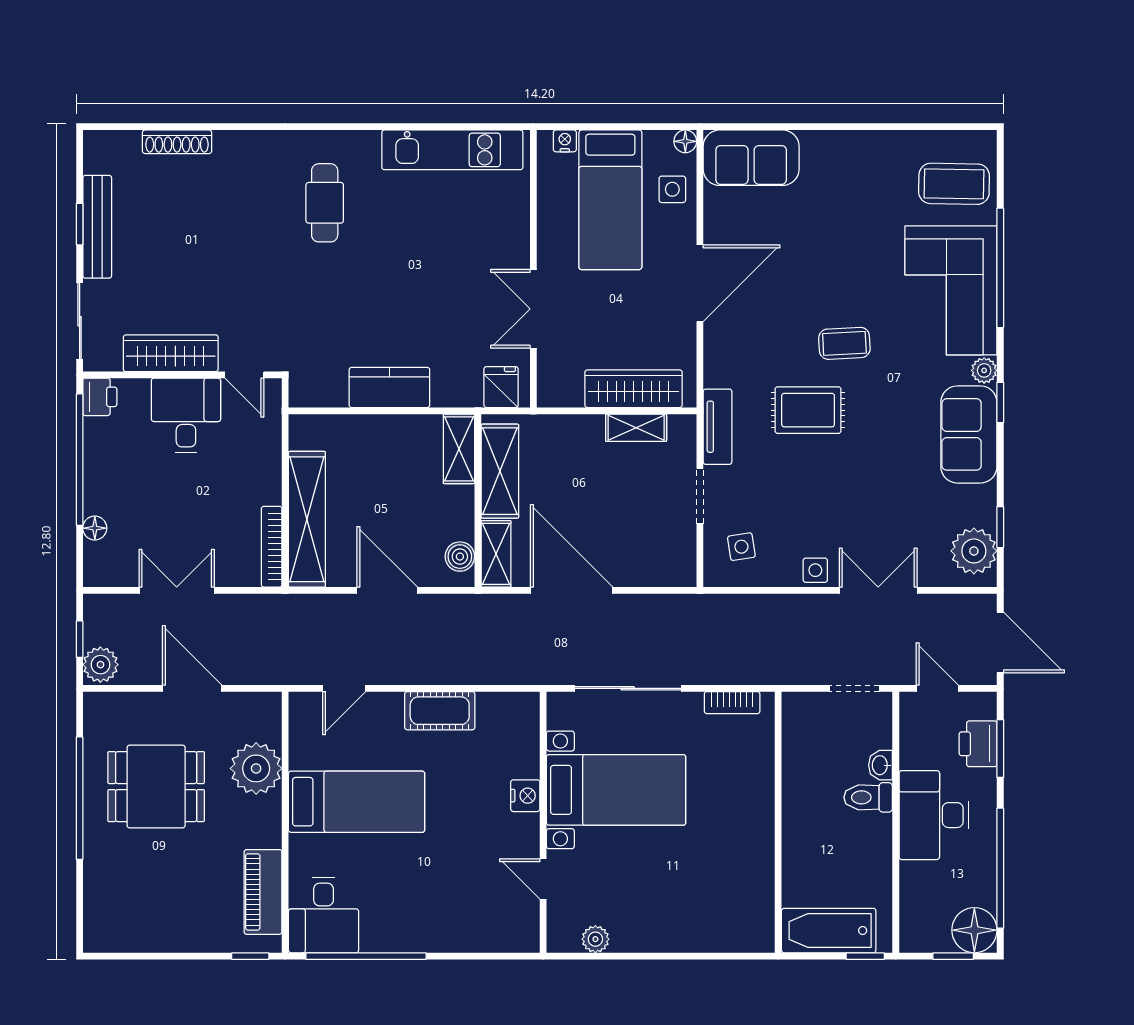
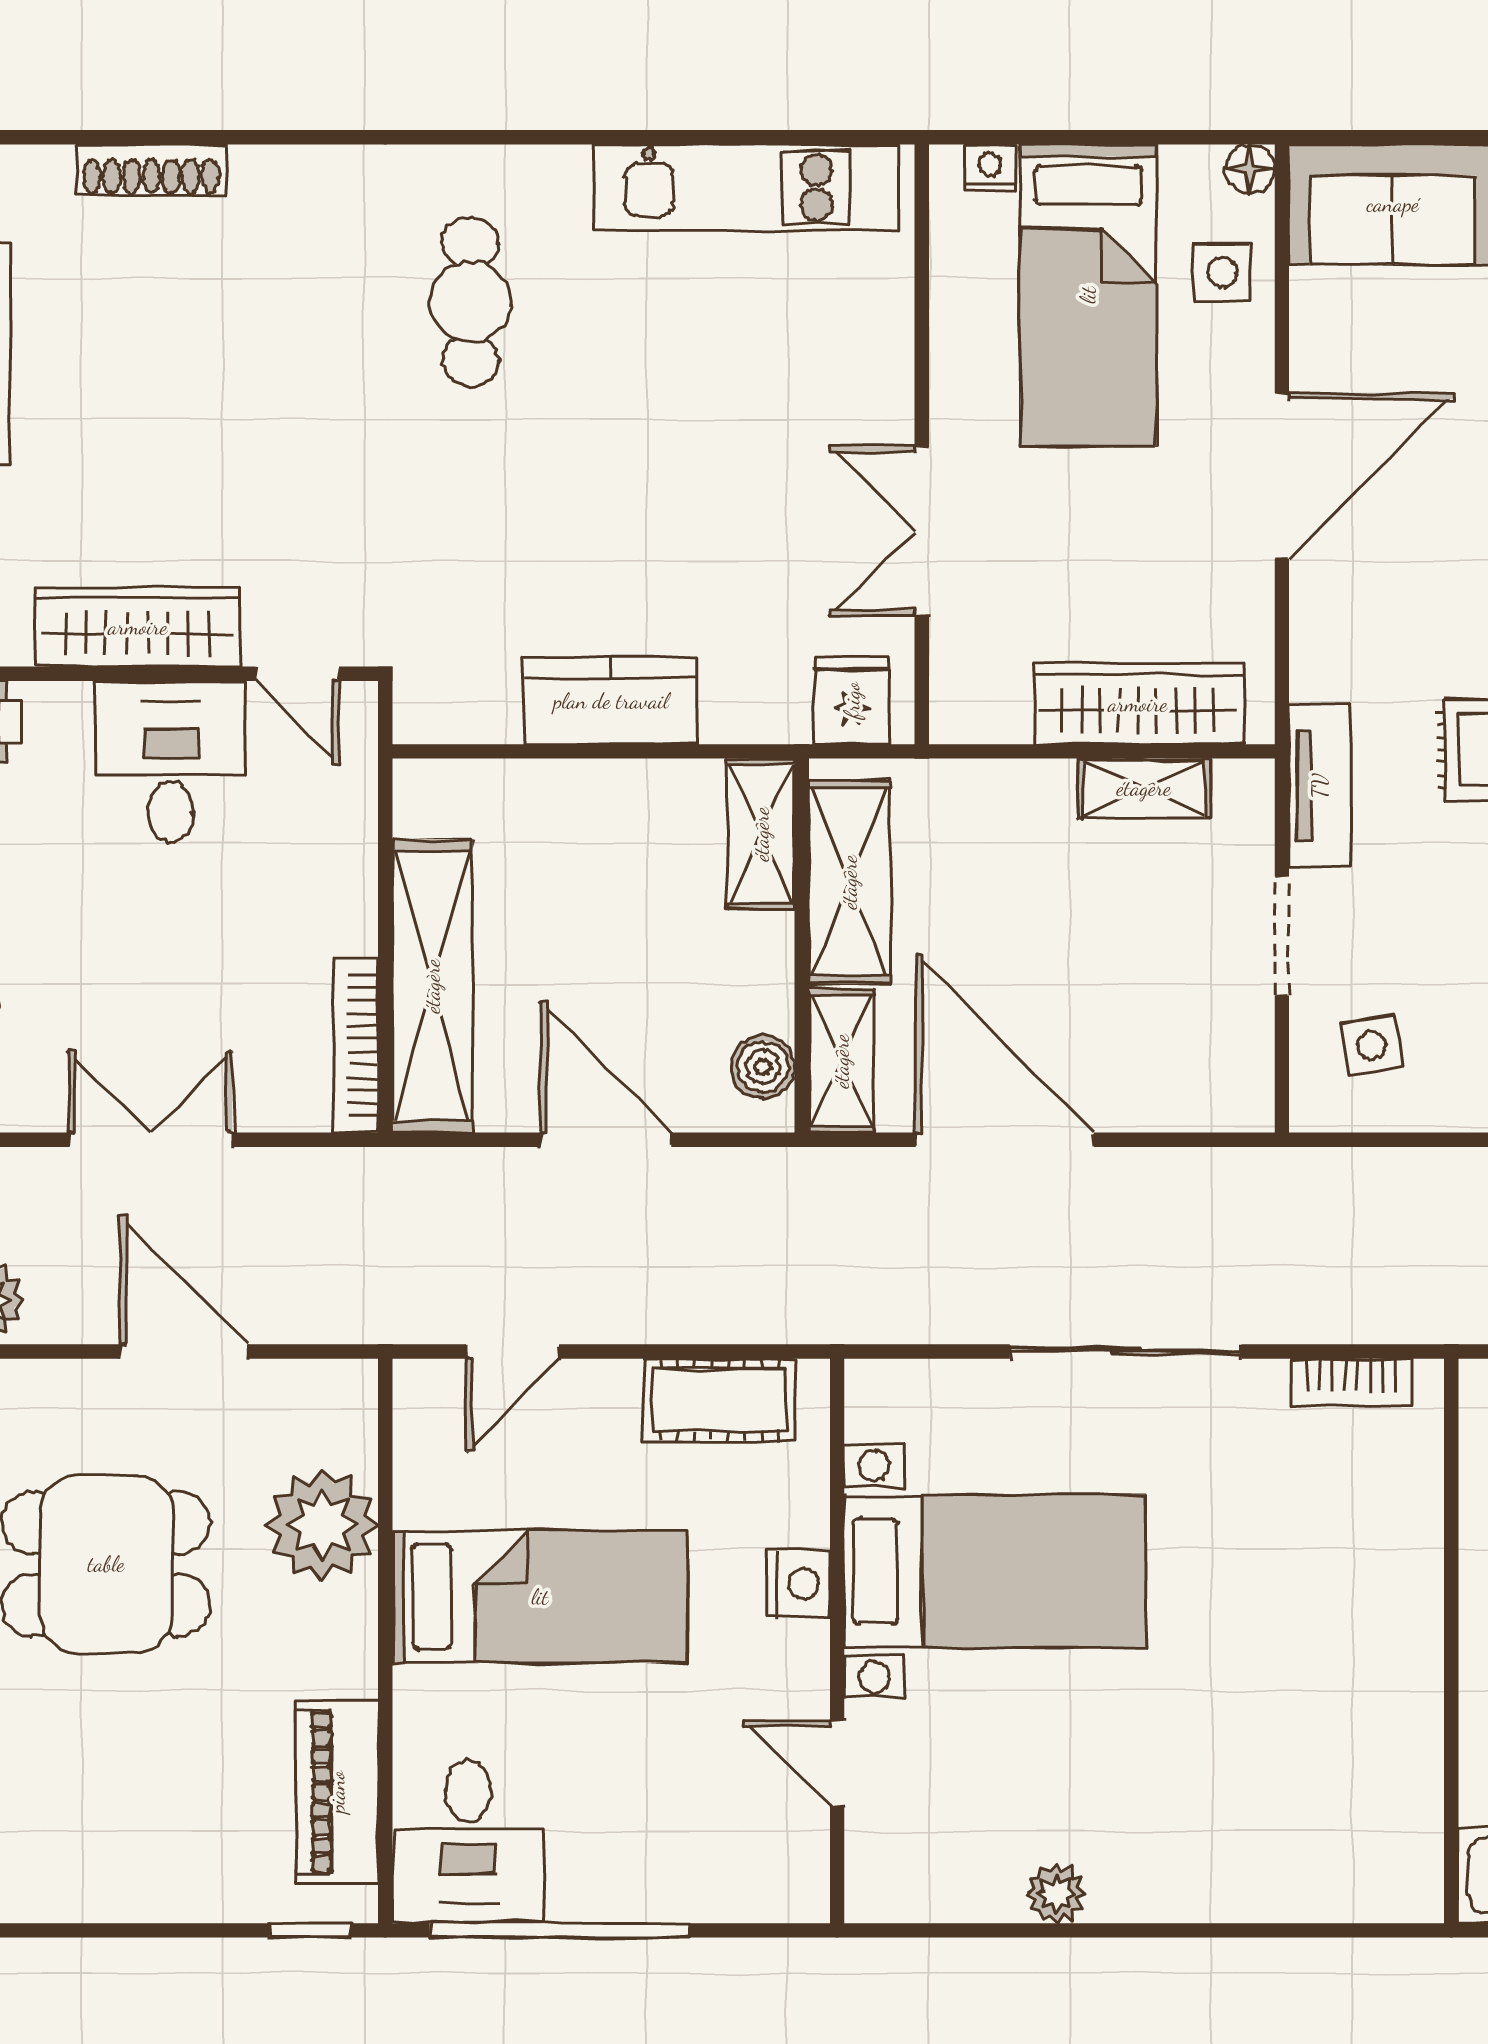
bed with nightstands: (616, 790) -> (995, 1571), moved
nightstand: (525, 796) -> (798, 1584), moved
wall: (543, 822) -> (837, 1641), moved
door: (543, 879) -> (837, 1764), moved

